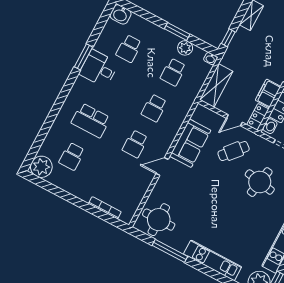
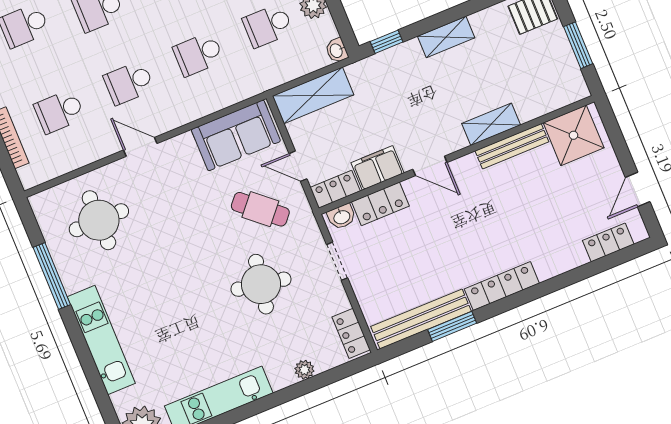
sofa: (190, 143) -> (236, 135), moved
school desk: (116, 180) -> (59, 111), added
round table: (159, 220) -> (99, 220), moved

